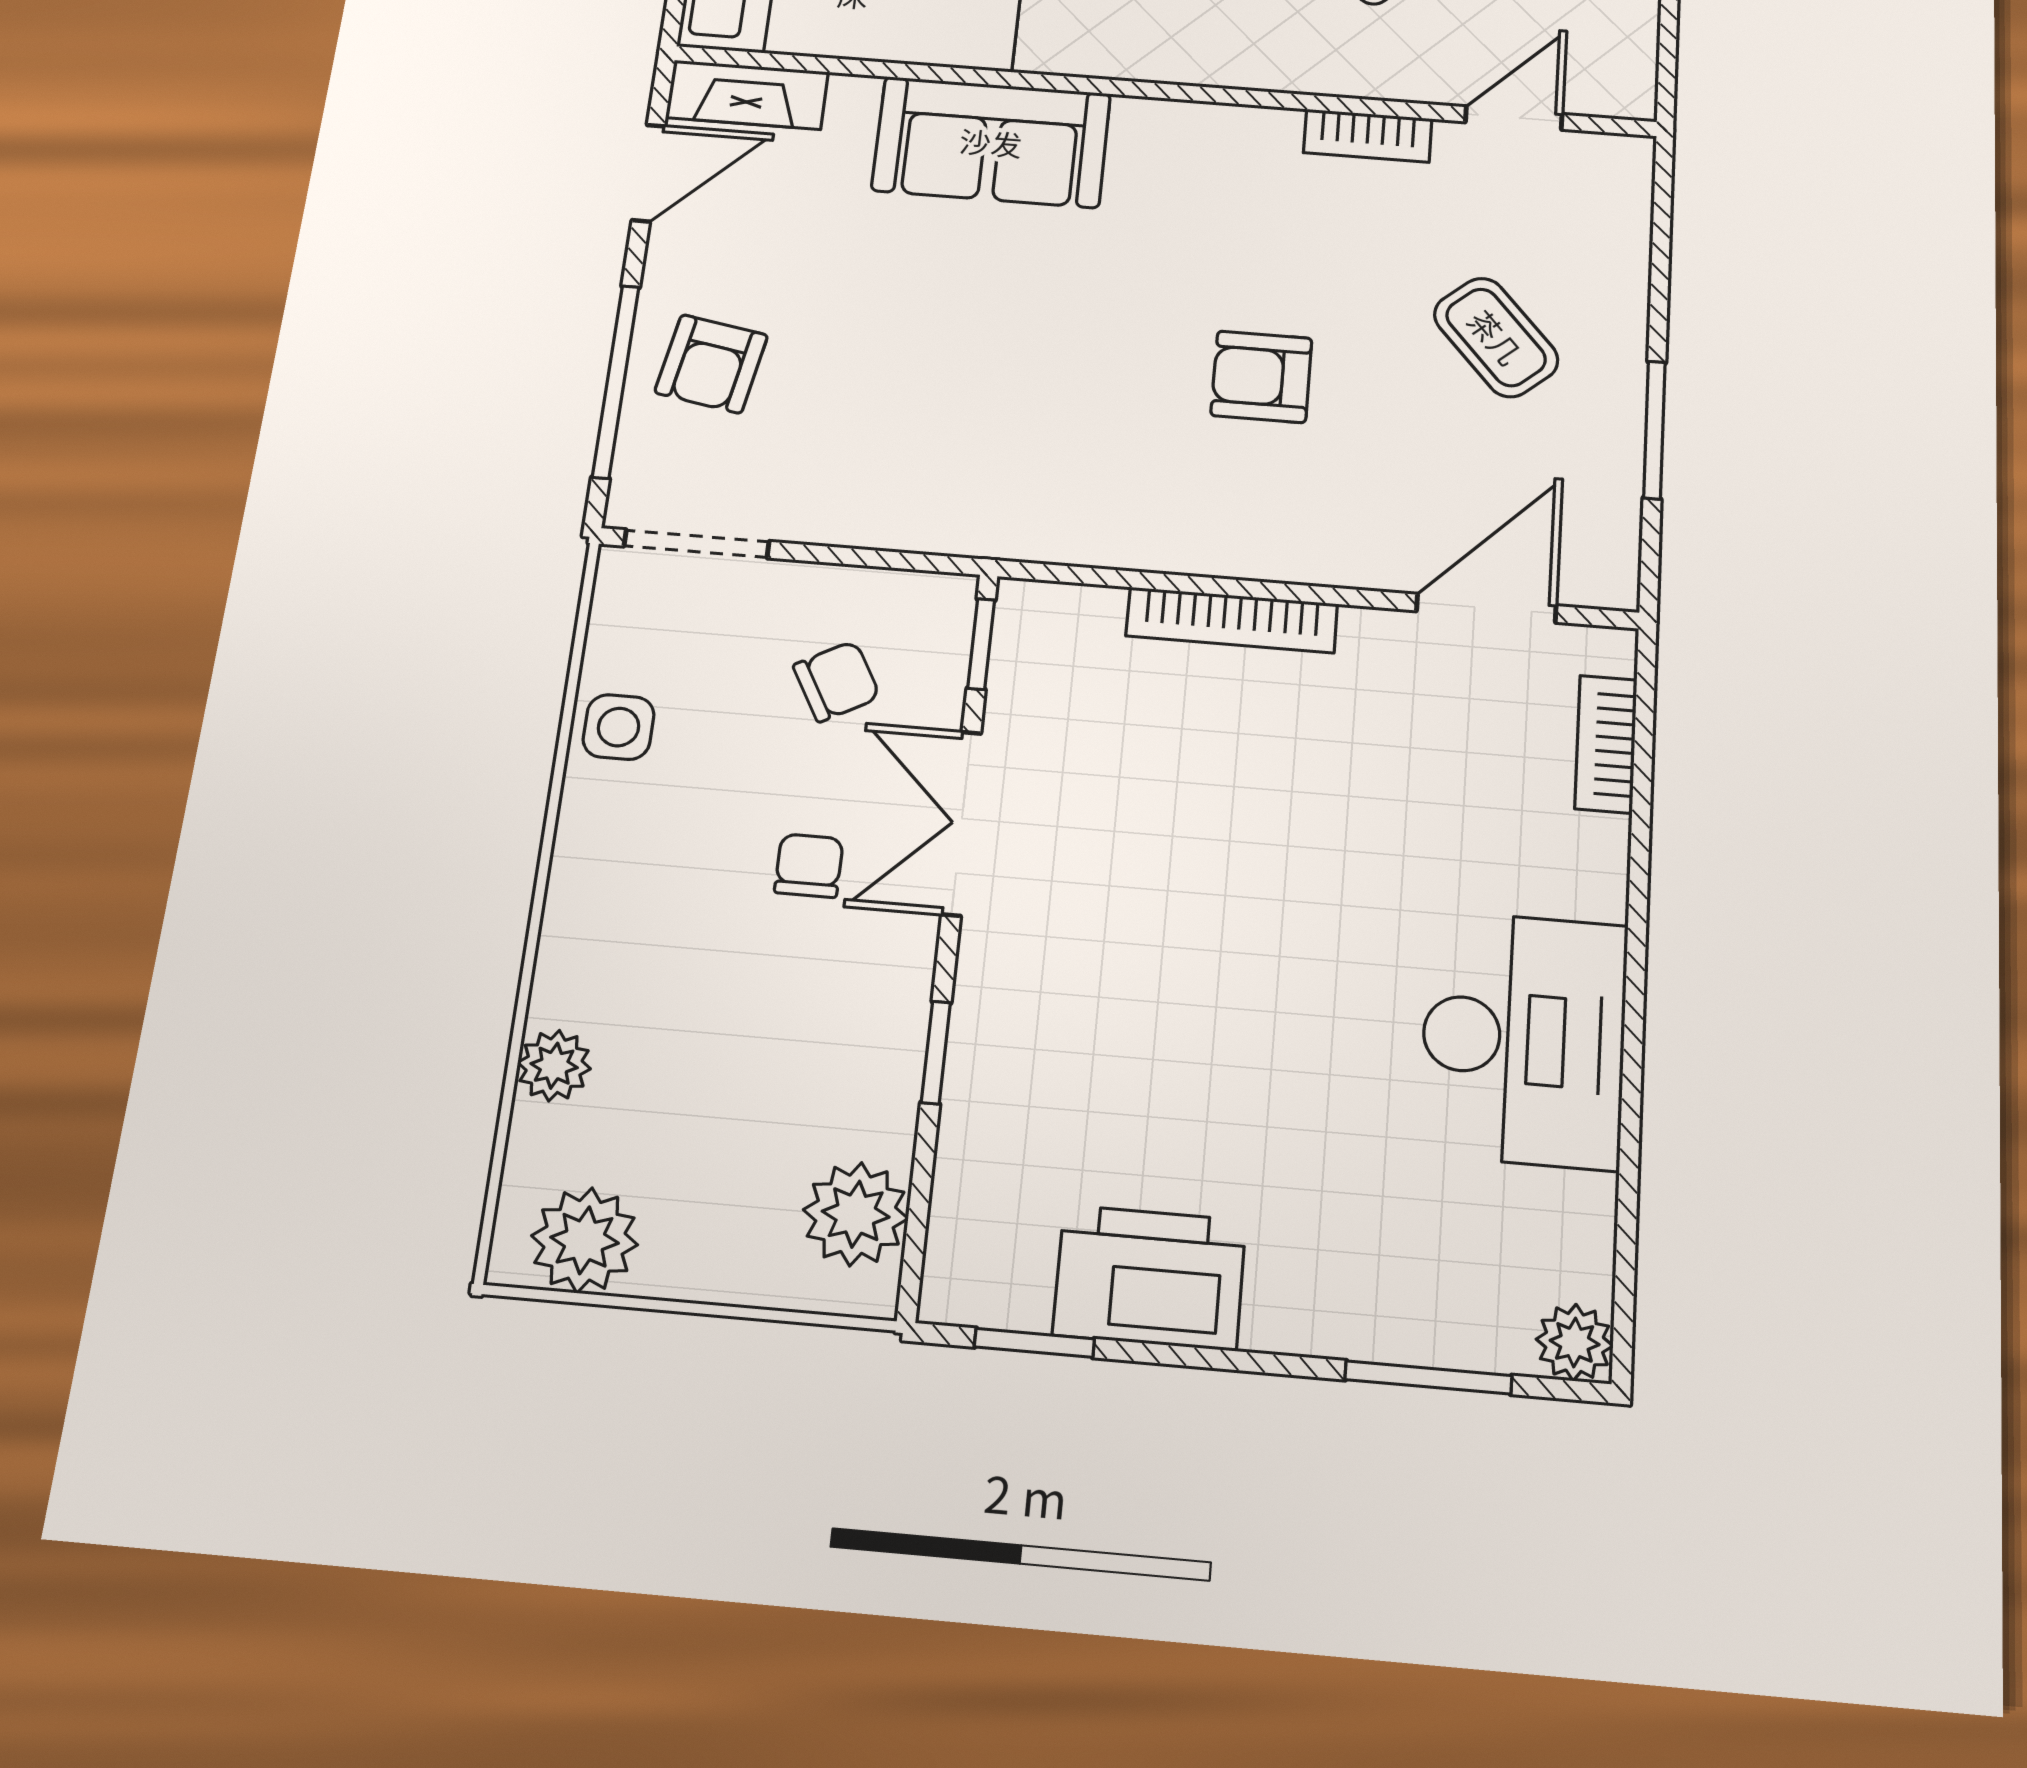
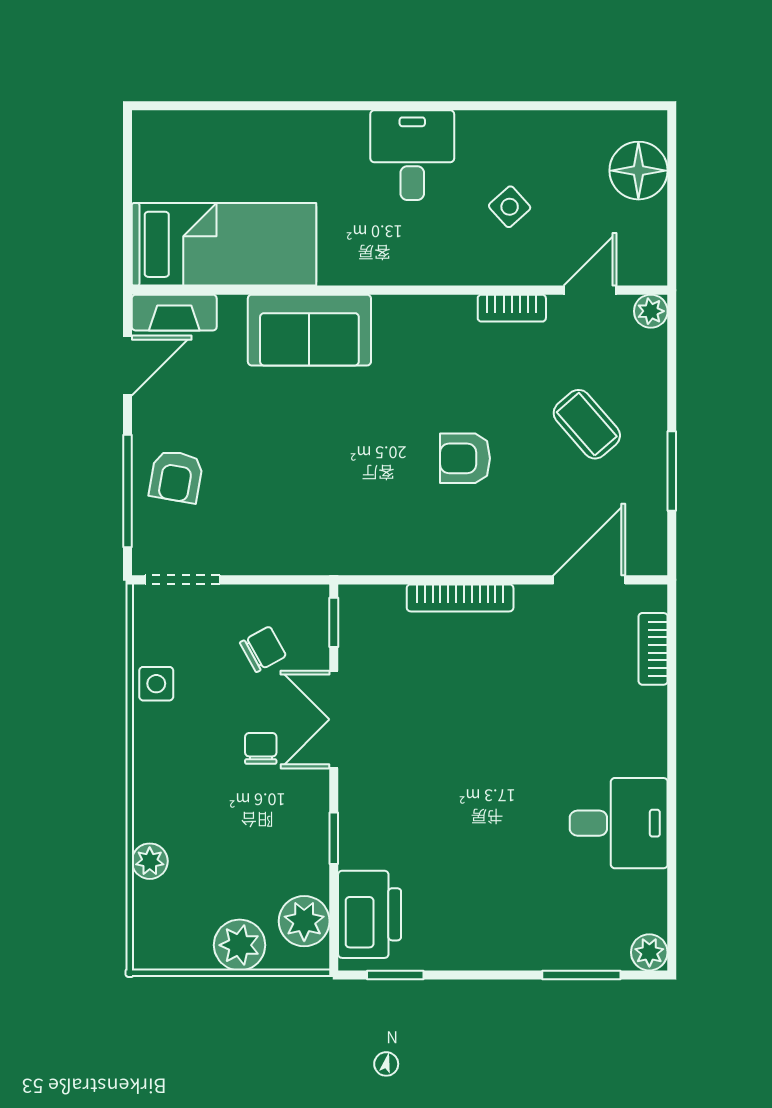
plant: (1625, 161) -> (651, 311), added
desk: (1524, 1039) -> (619, 823), width x0.73
plant: (585, 1240) -> (240, 945), moved
printer: (1150, 1277) -> (370, 914), moved, turned 90

